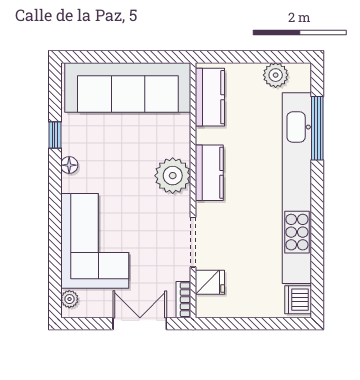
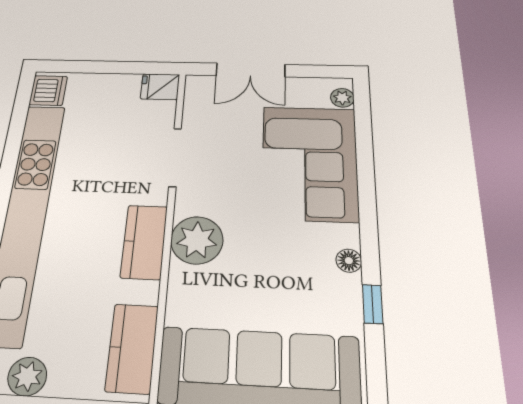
fridge: (210, 282) -> (160, 87), moved
bookcase: (183, 300) -> (193, 94), removed

